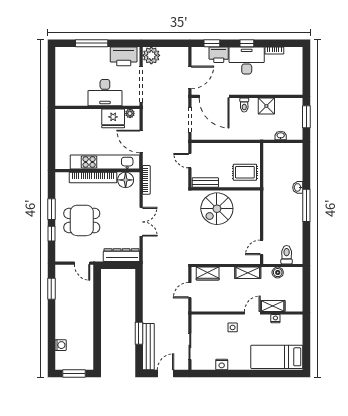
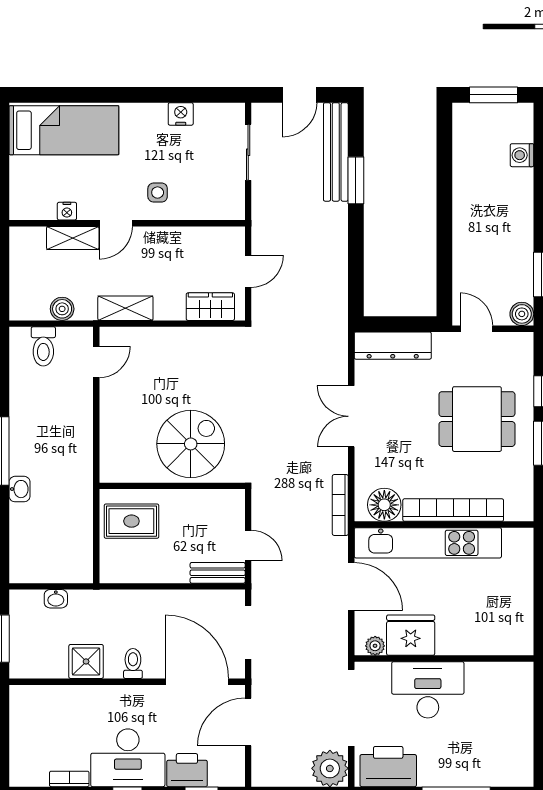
bench: (205, 182) -> (218, 573), moved
boiler: (61, 270) -> (522, 314), added

